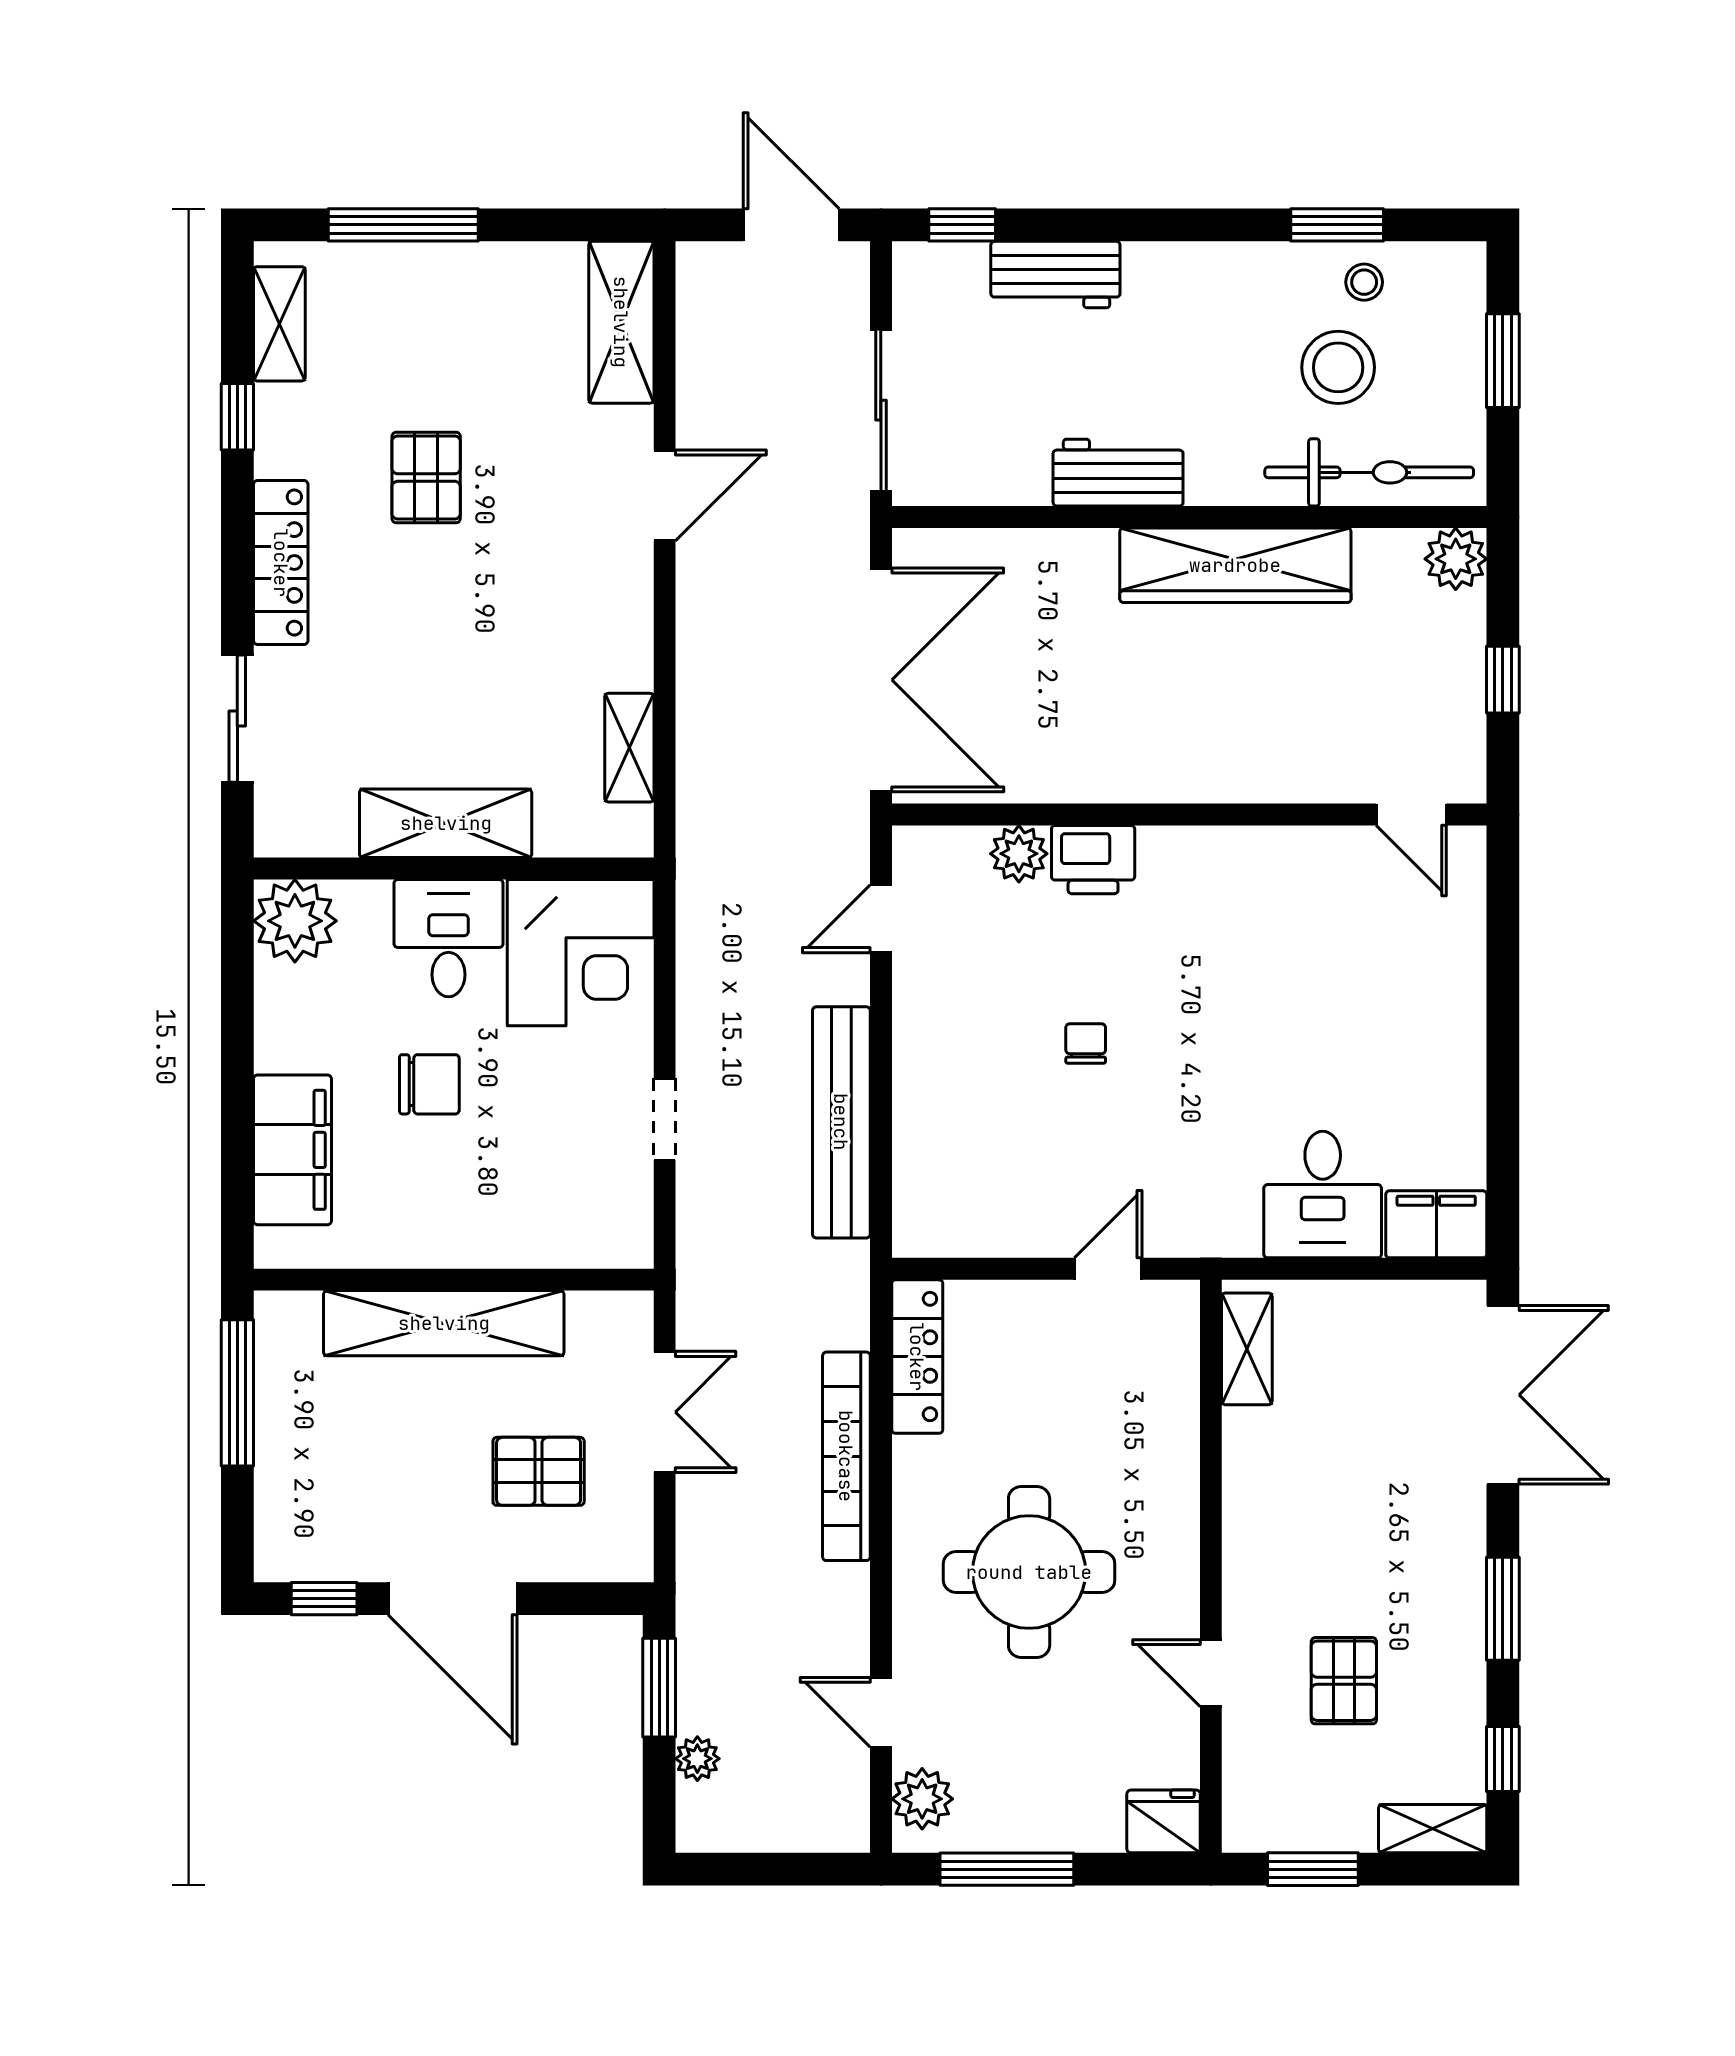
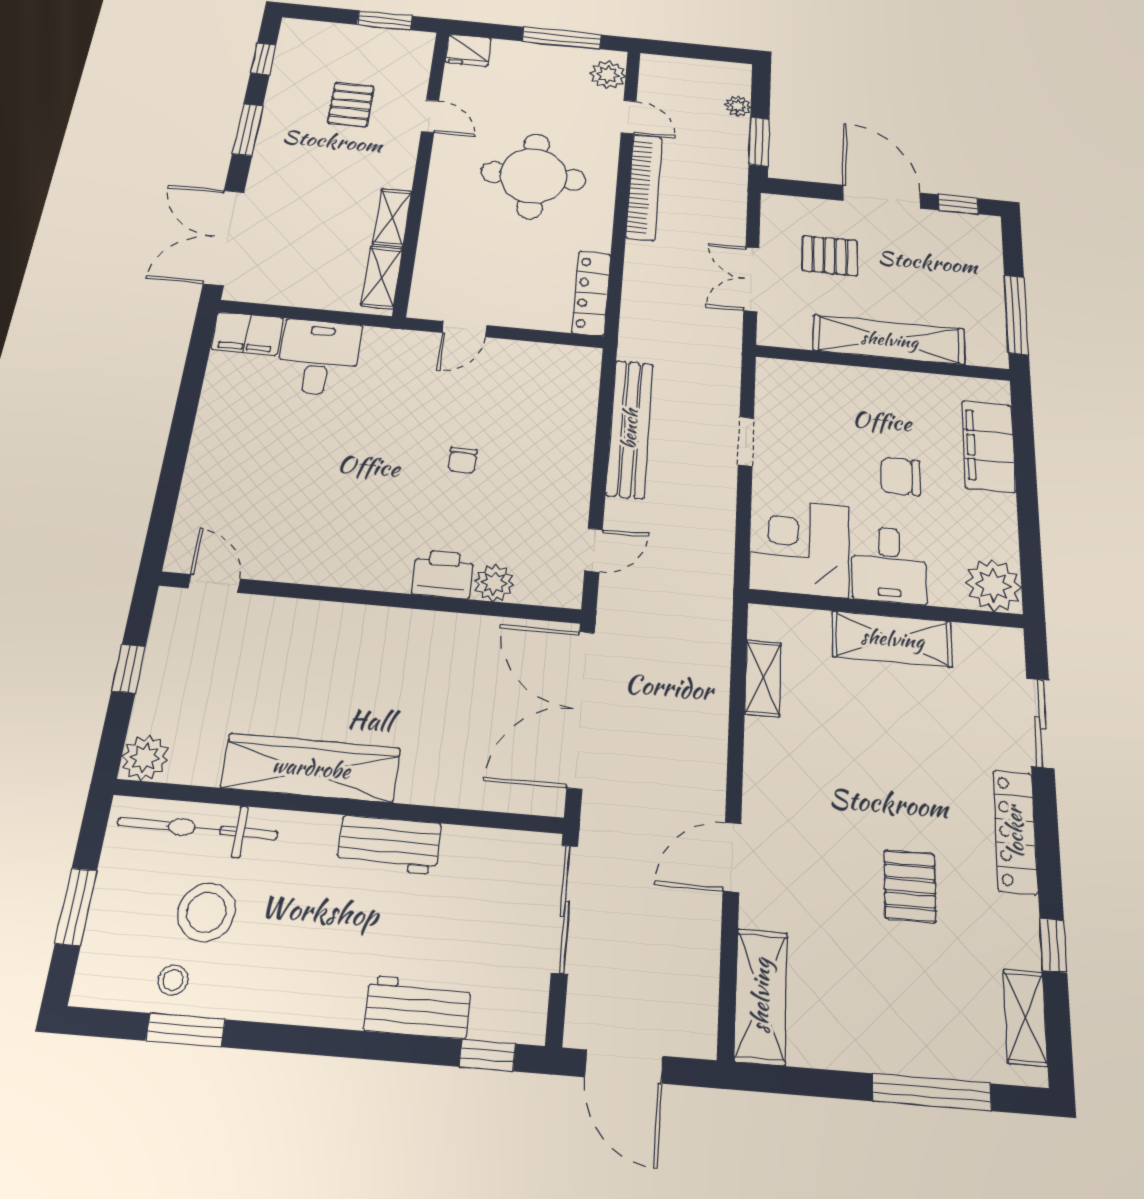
bookcase: (846, 1456) -> (644, 187), moved
shelving: (1433, 1829) -> (392, 218), moved, turned 90

